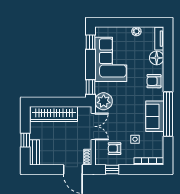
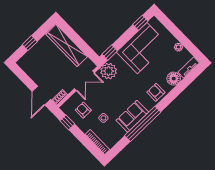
bench: (35, 152) -> (27, 58), removed

